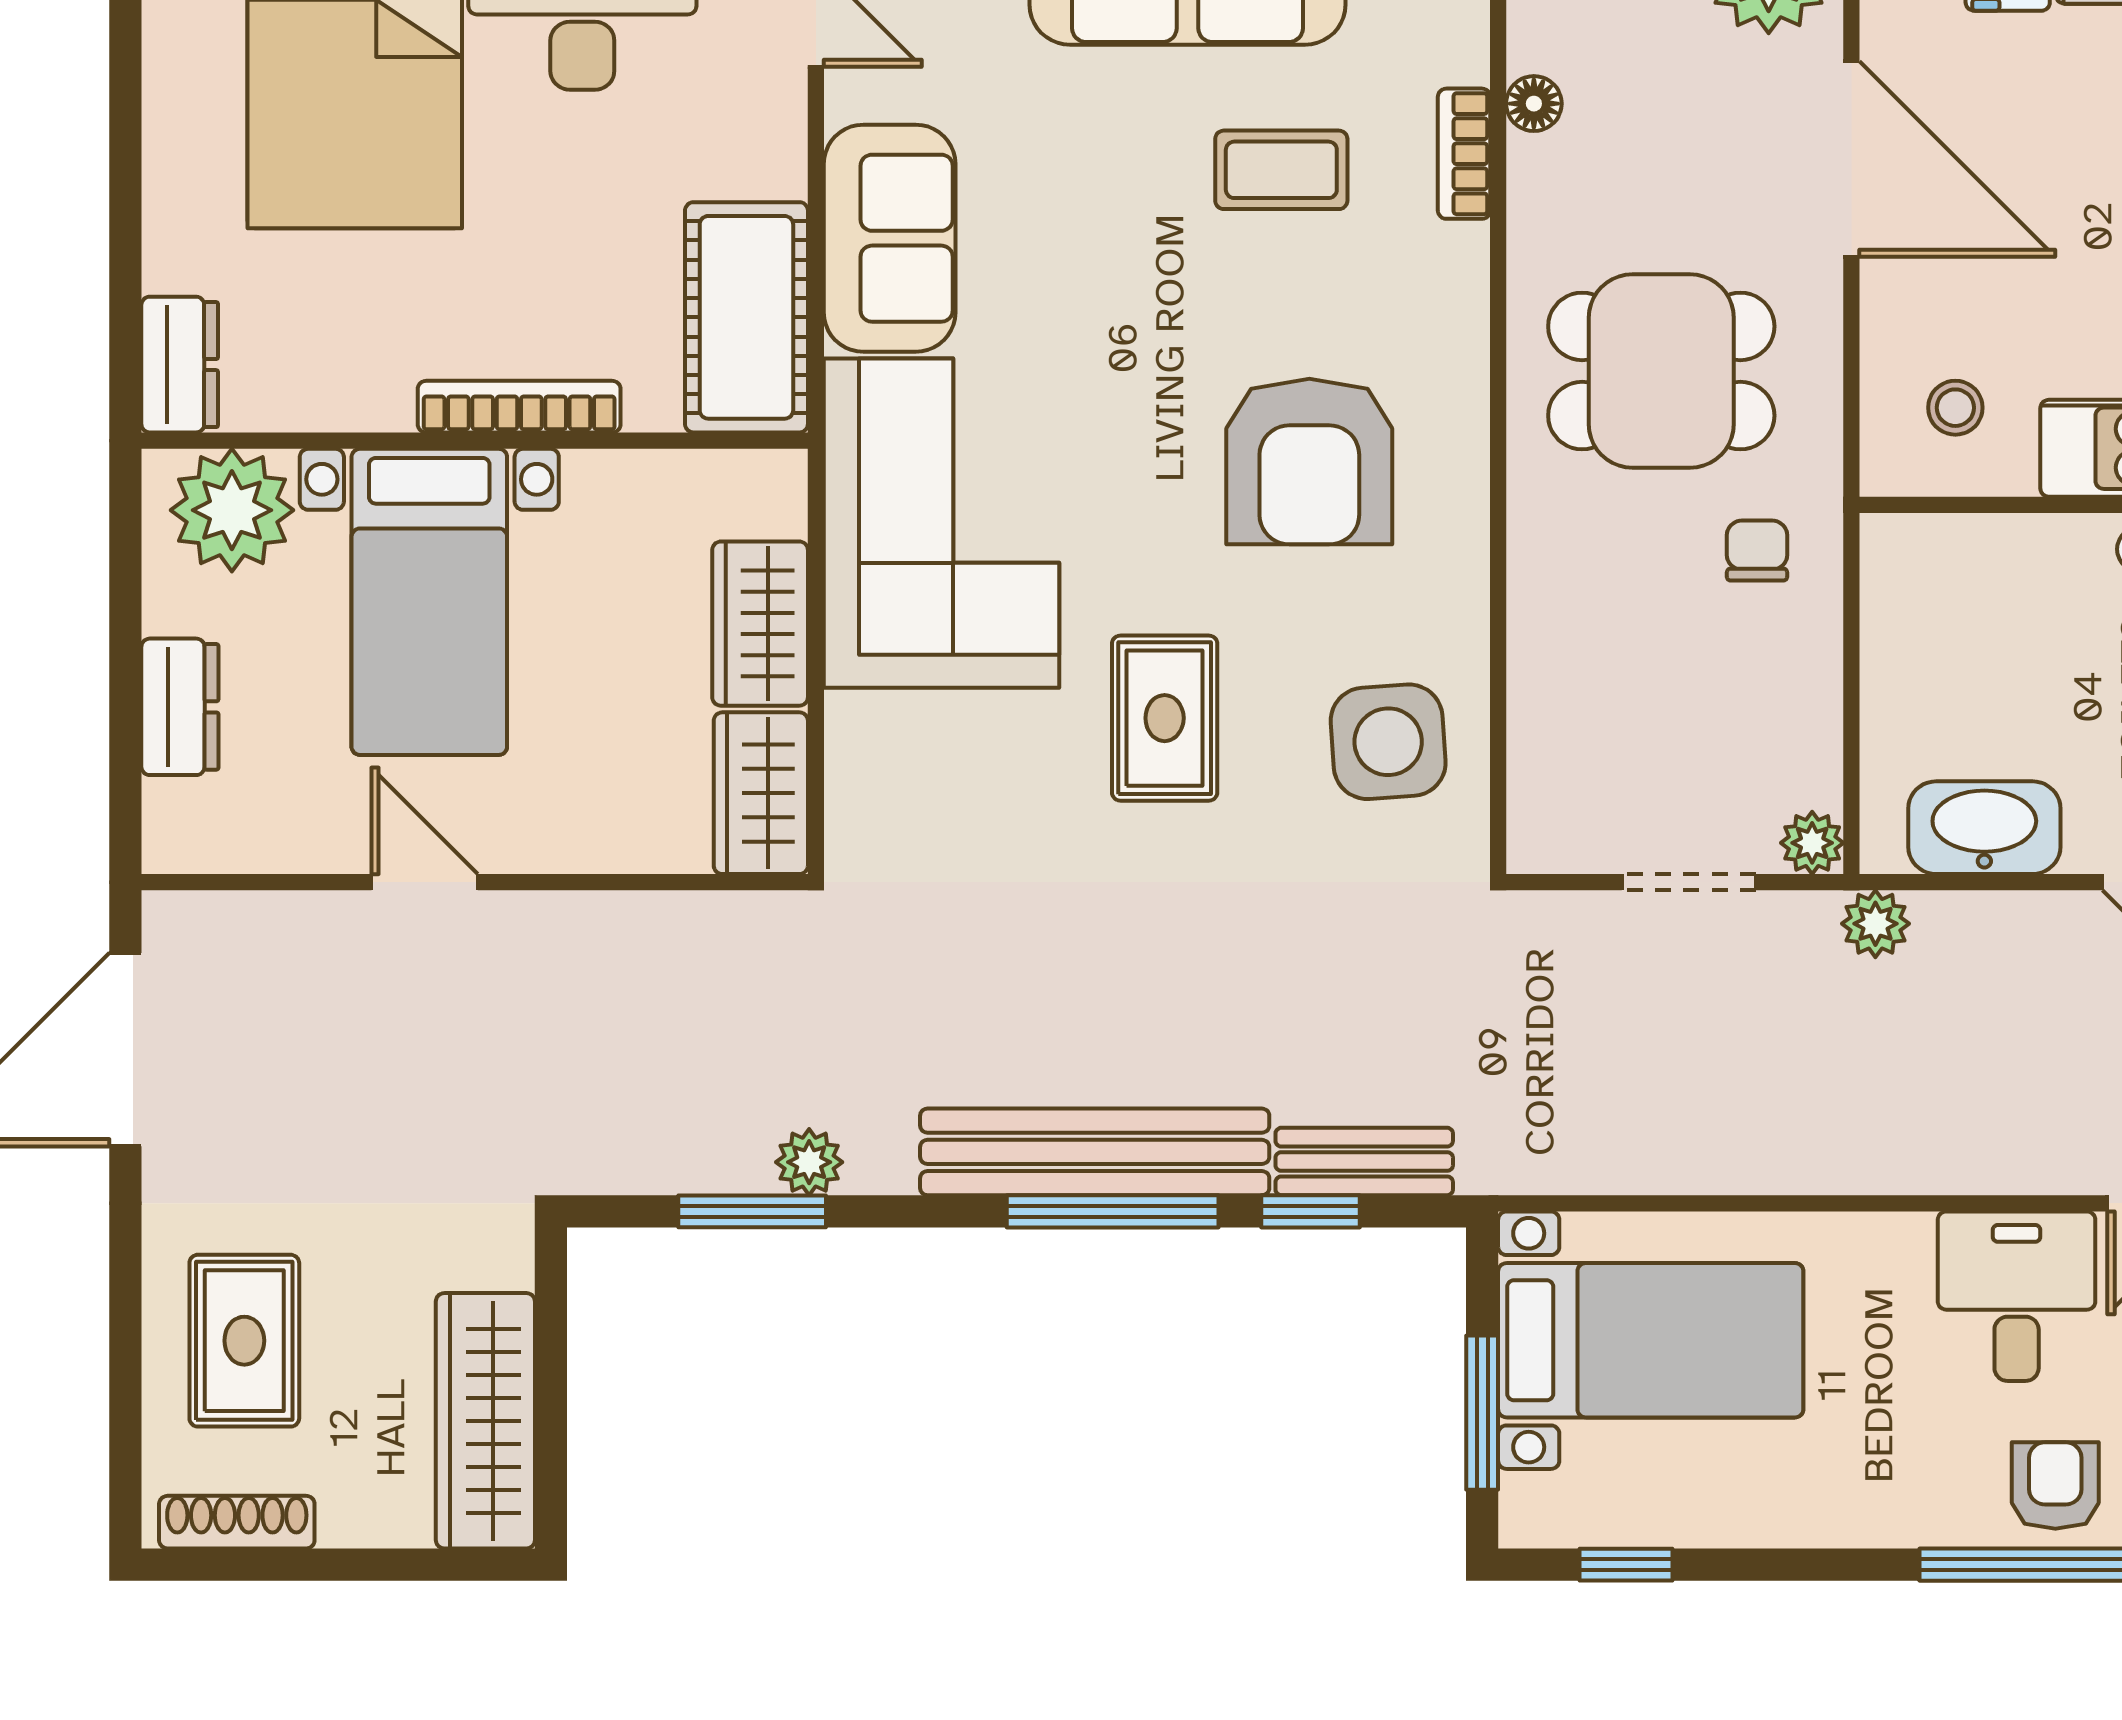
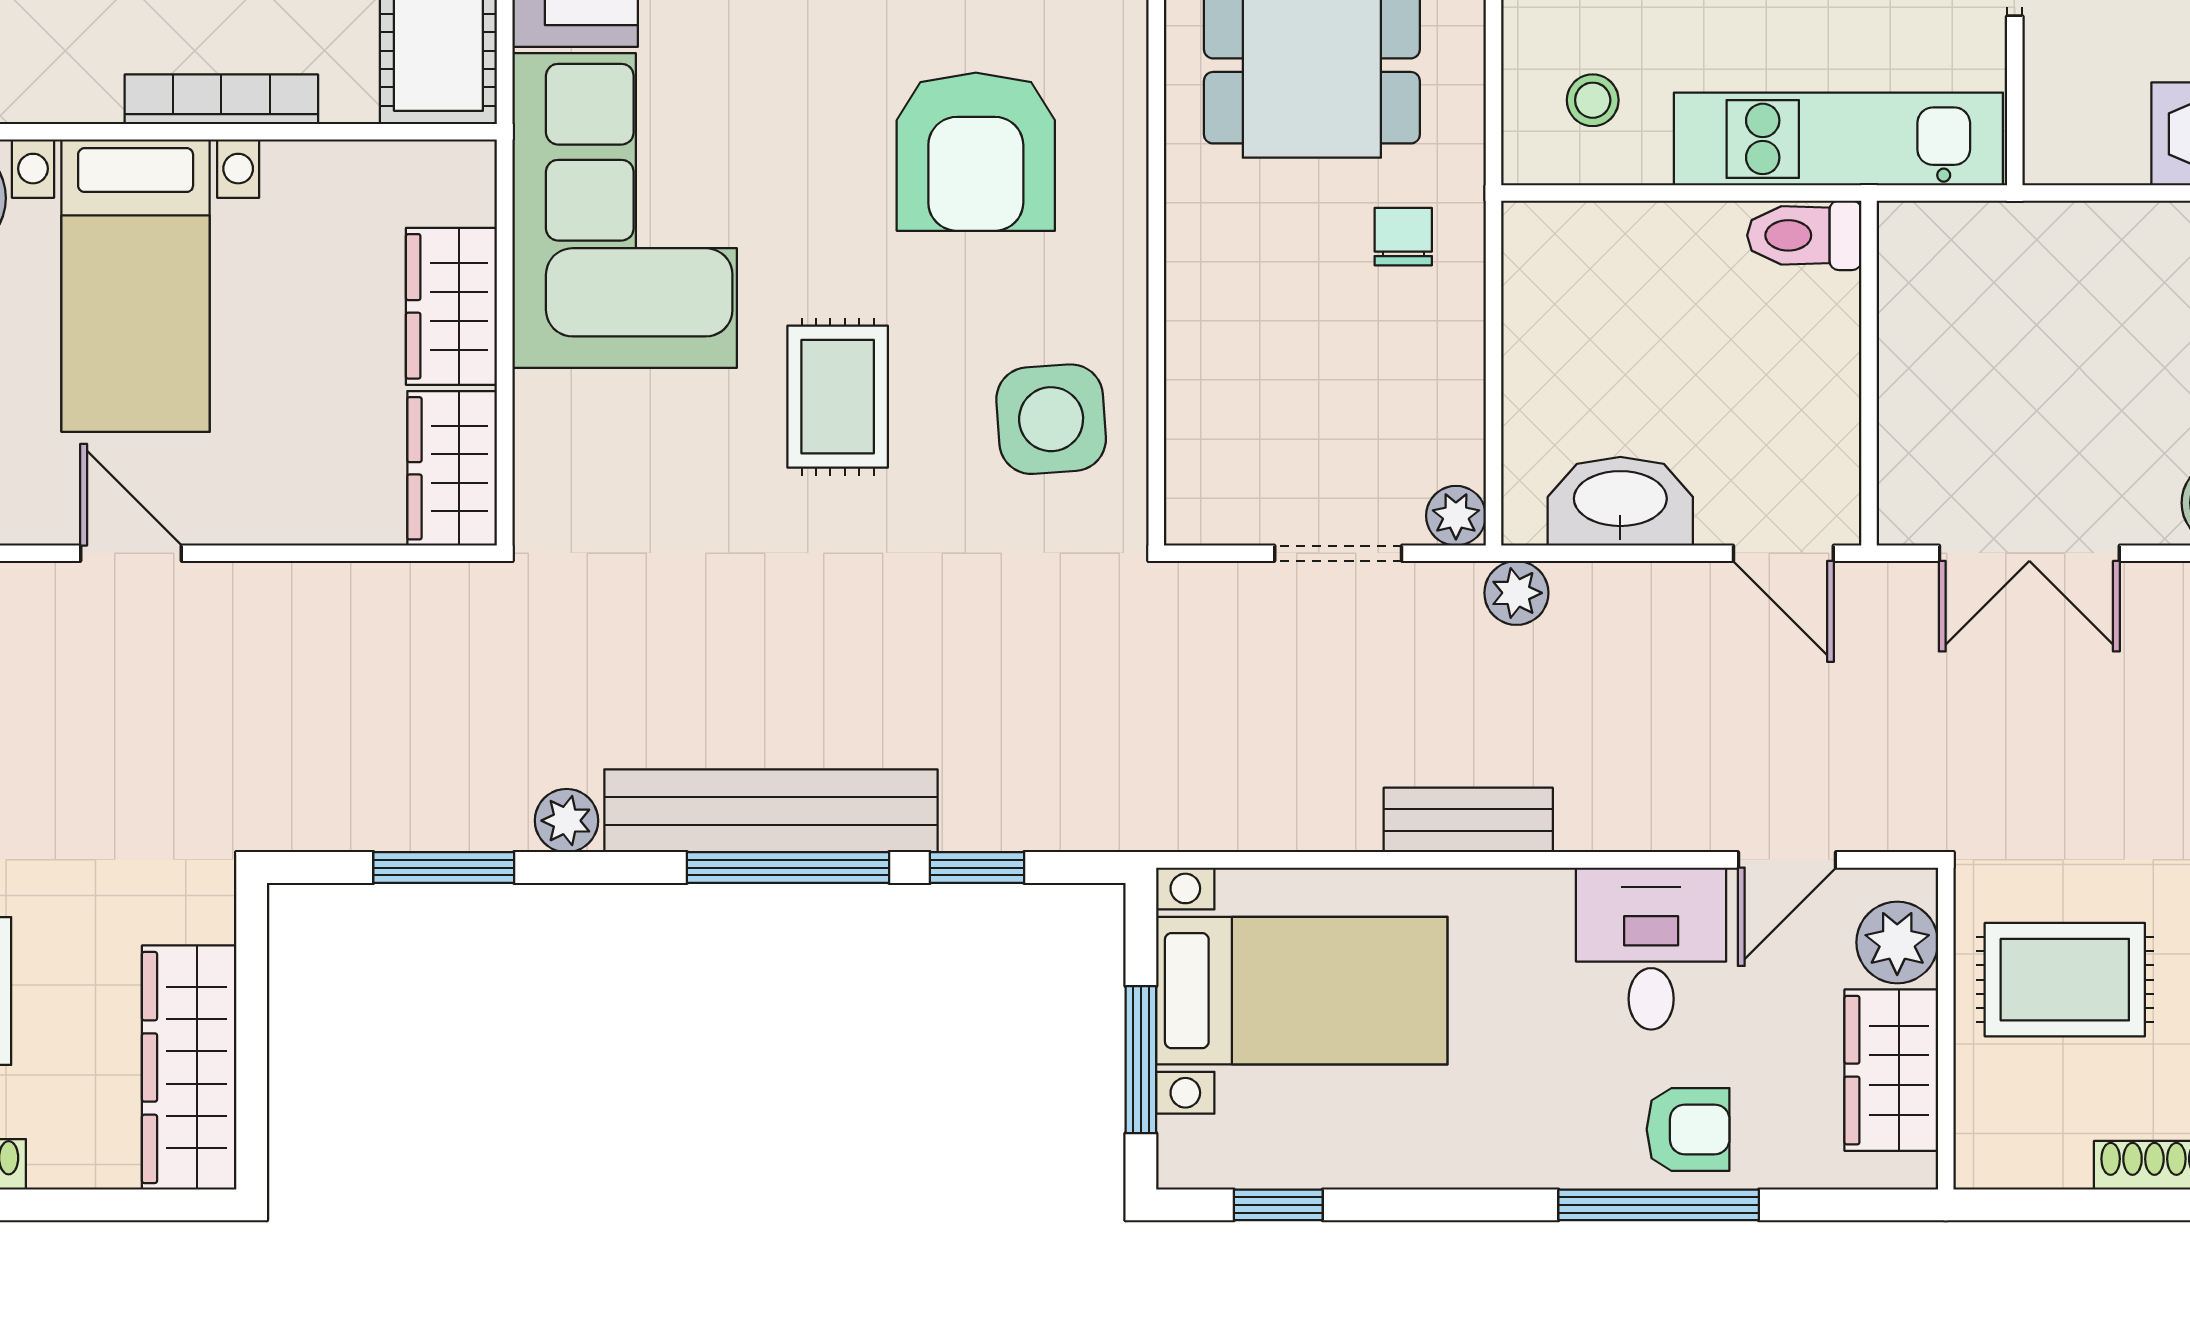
bench: (1364, 1161) -> (1468, 820), moved
plant: (809, 1162) -> (567, 821), moved
armchair: (2055, 1486) -> (1688, 1129), turned 90

